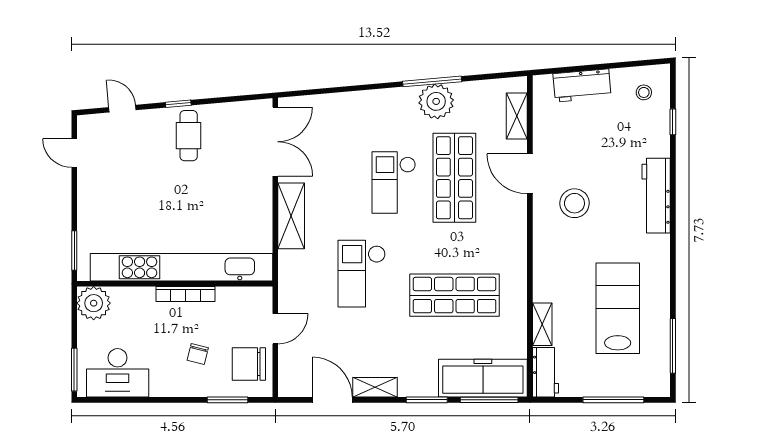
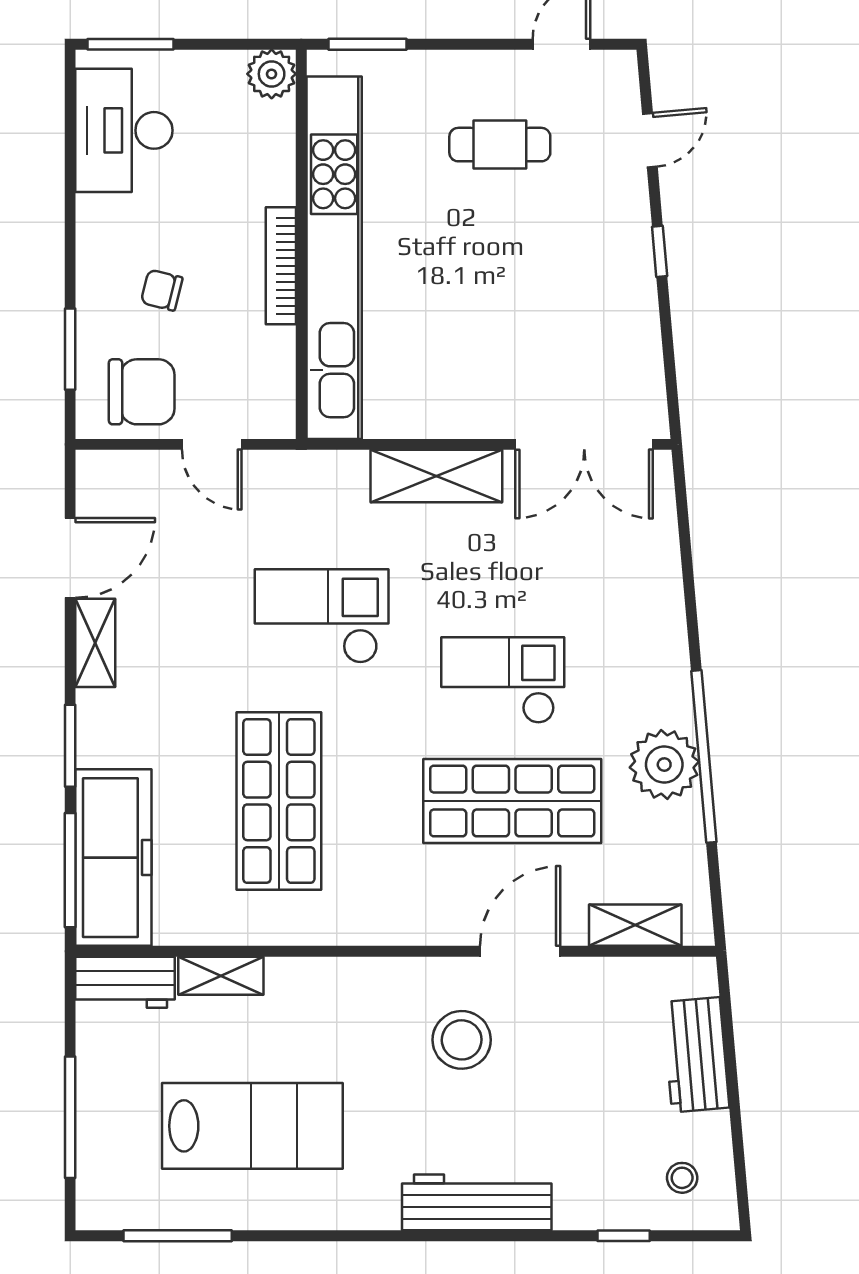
window: (432, 81) -> (704, 756), width x1.46
cafe table: (189, 136) -> (500, 145), moved
plant: (94, 303) -> (272, 74), width x0.73, depth x0.73
chair: (249, 364) -> (142, 392), turned 90

